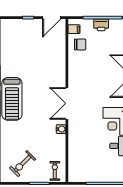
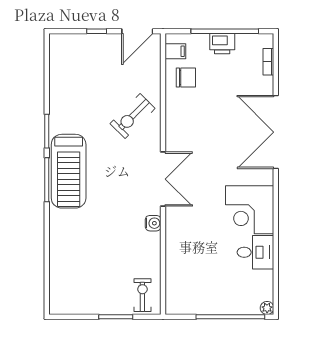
double door: (67, 103) -> (163, 179), swing flipped
exercise bike: (23, 164) -> (133, 116), moved

